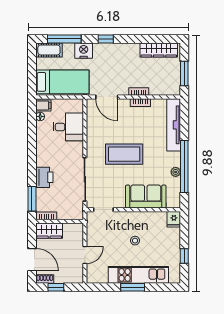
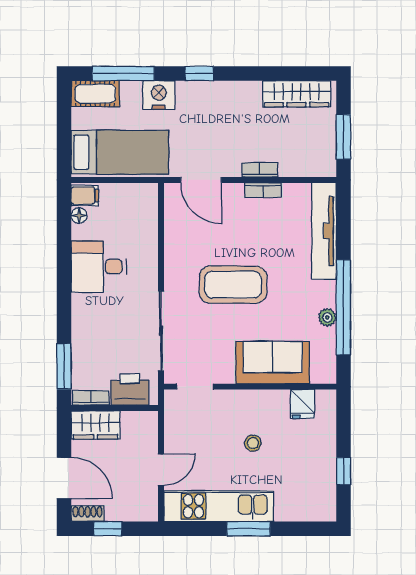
desk: (68, 127) -> (99, 267), moved, turned 180
printer: (44, 177) -> (130, 390), moved, turned -90
fridge: (174, 219) -> (302, 404), moved
kitchen unit: (138, 275) -> (219, 506), moved

